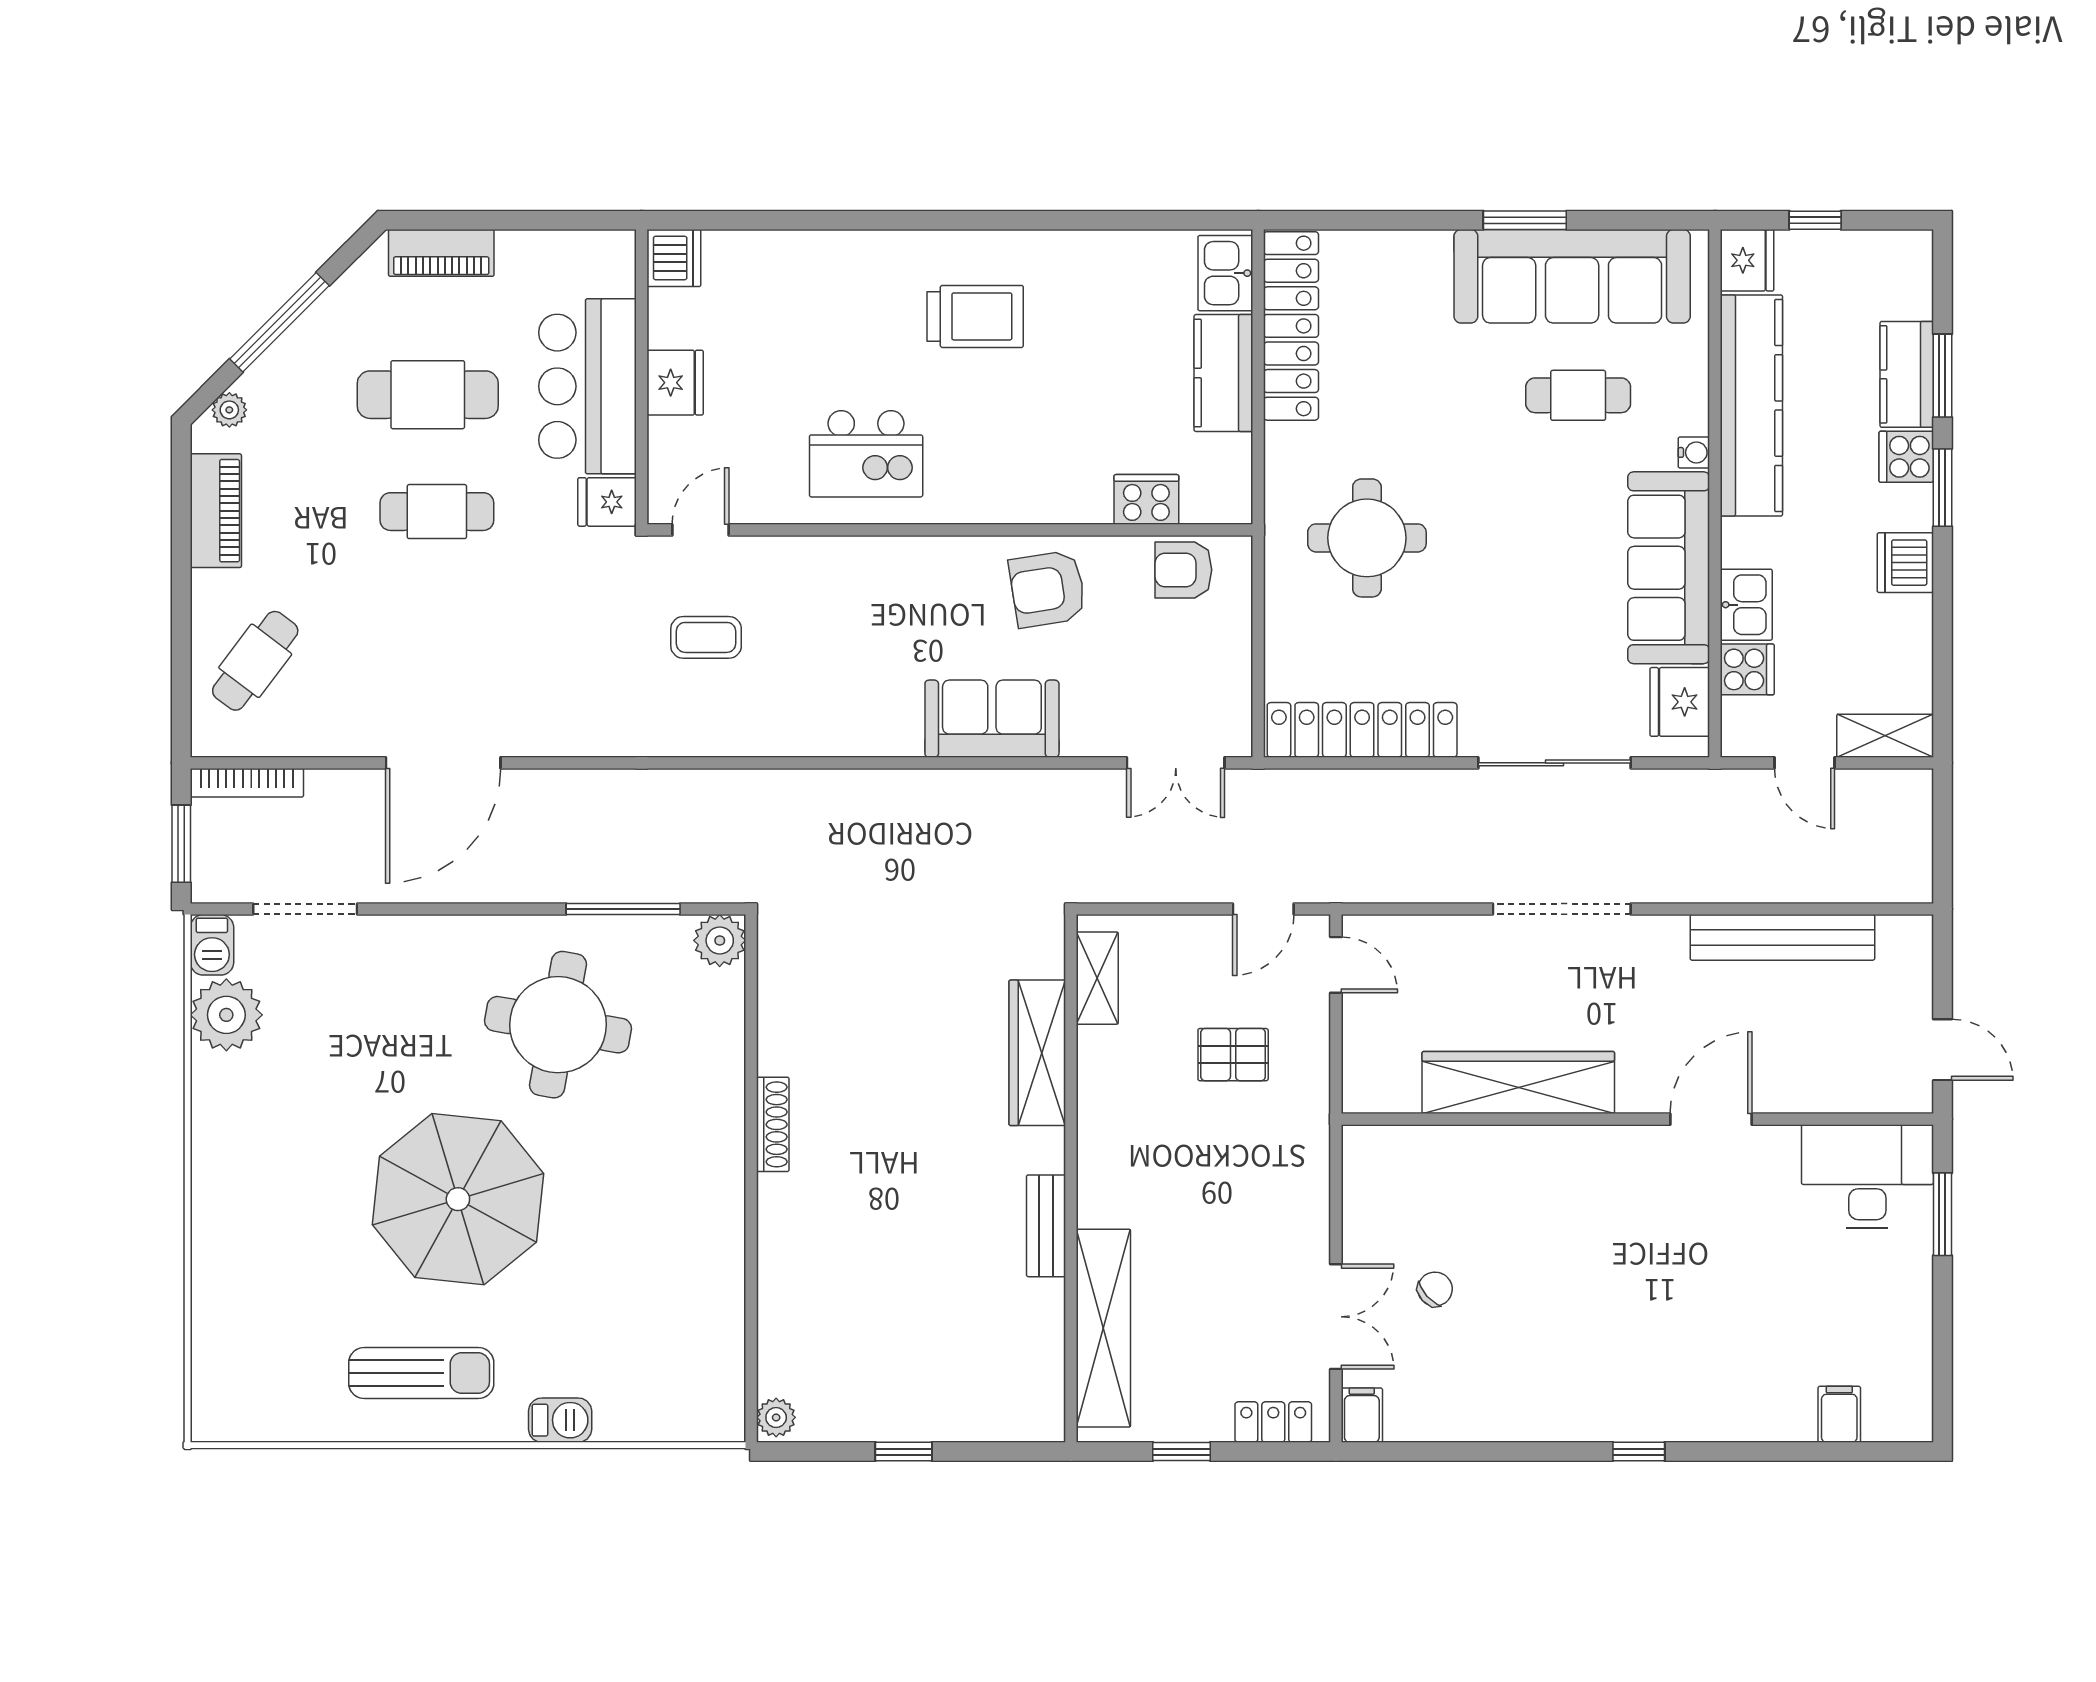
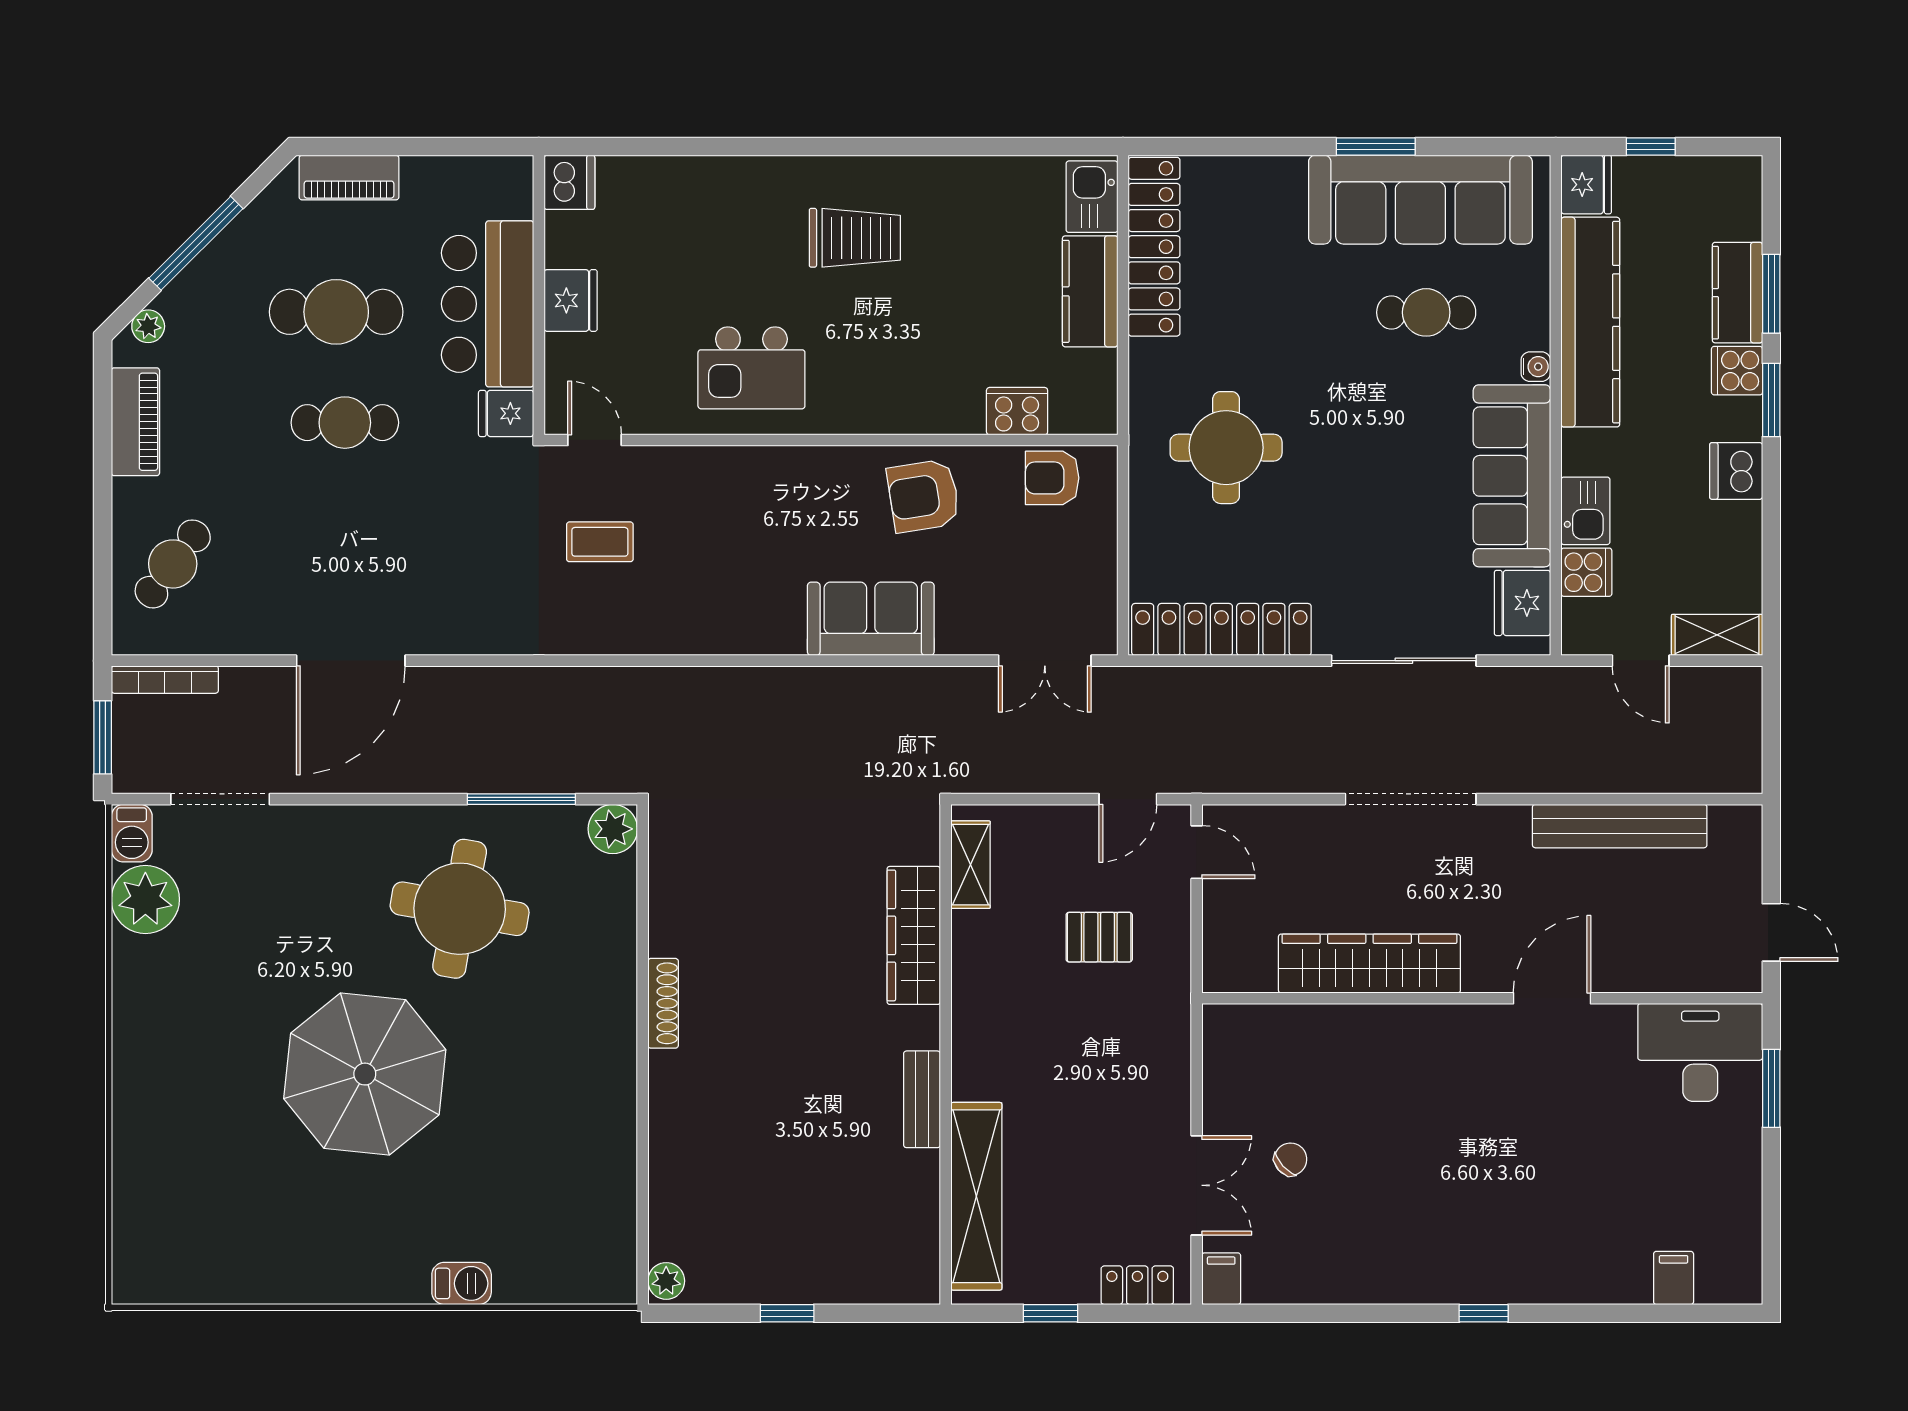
door: (700, 530) -> (595, 440), hinge flipped
sun lounger: (421, 1373) -> (330, 1239), removed

